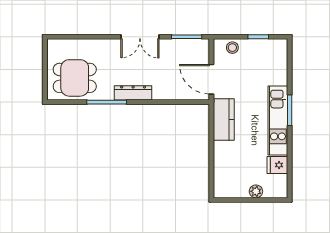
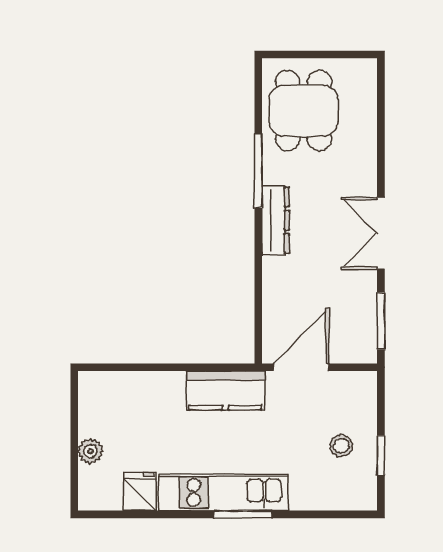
stool: (232, 48) -> (341, 446), moved

